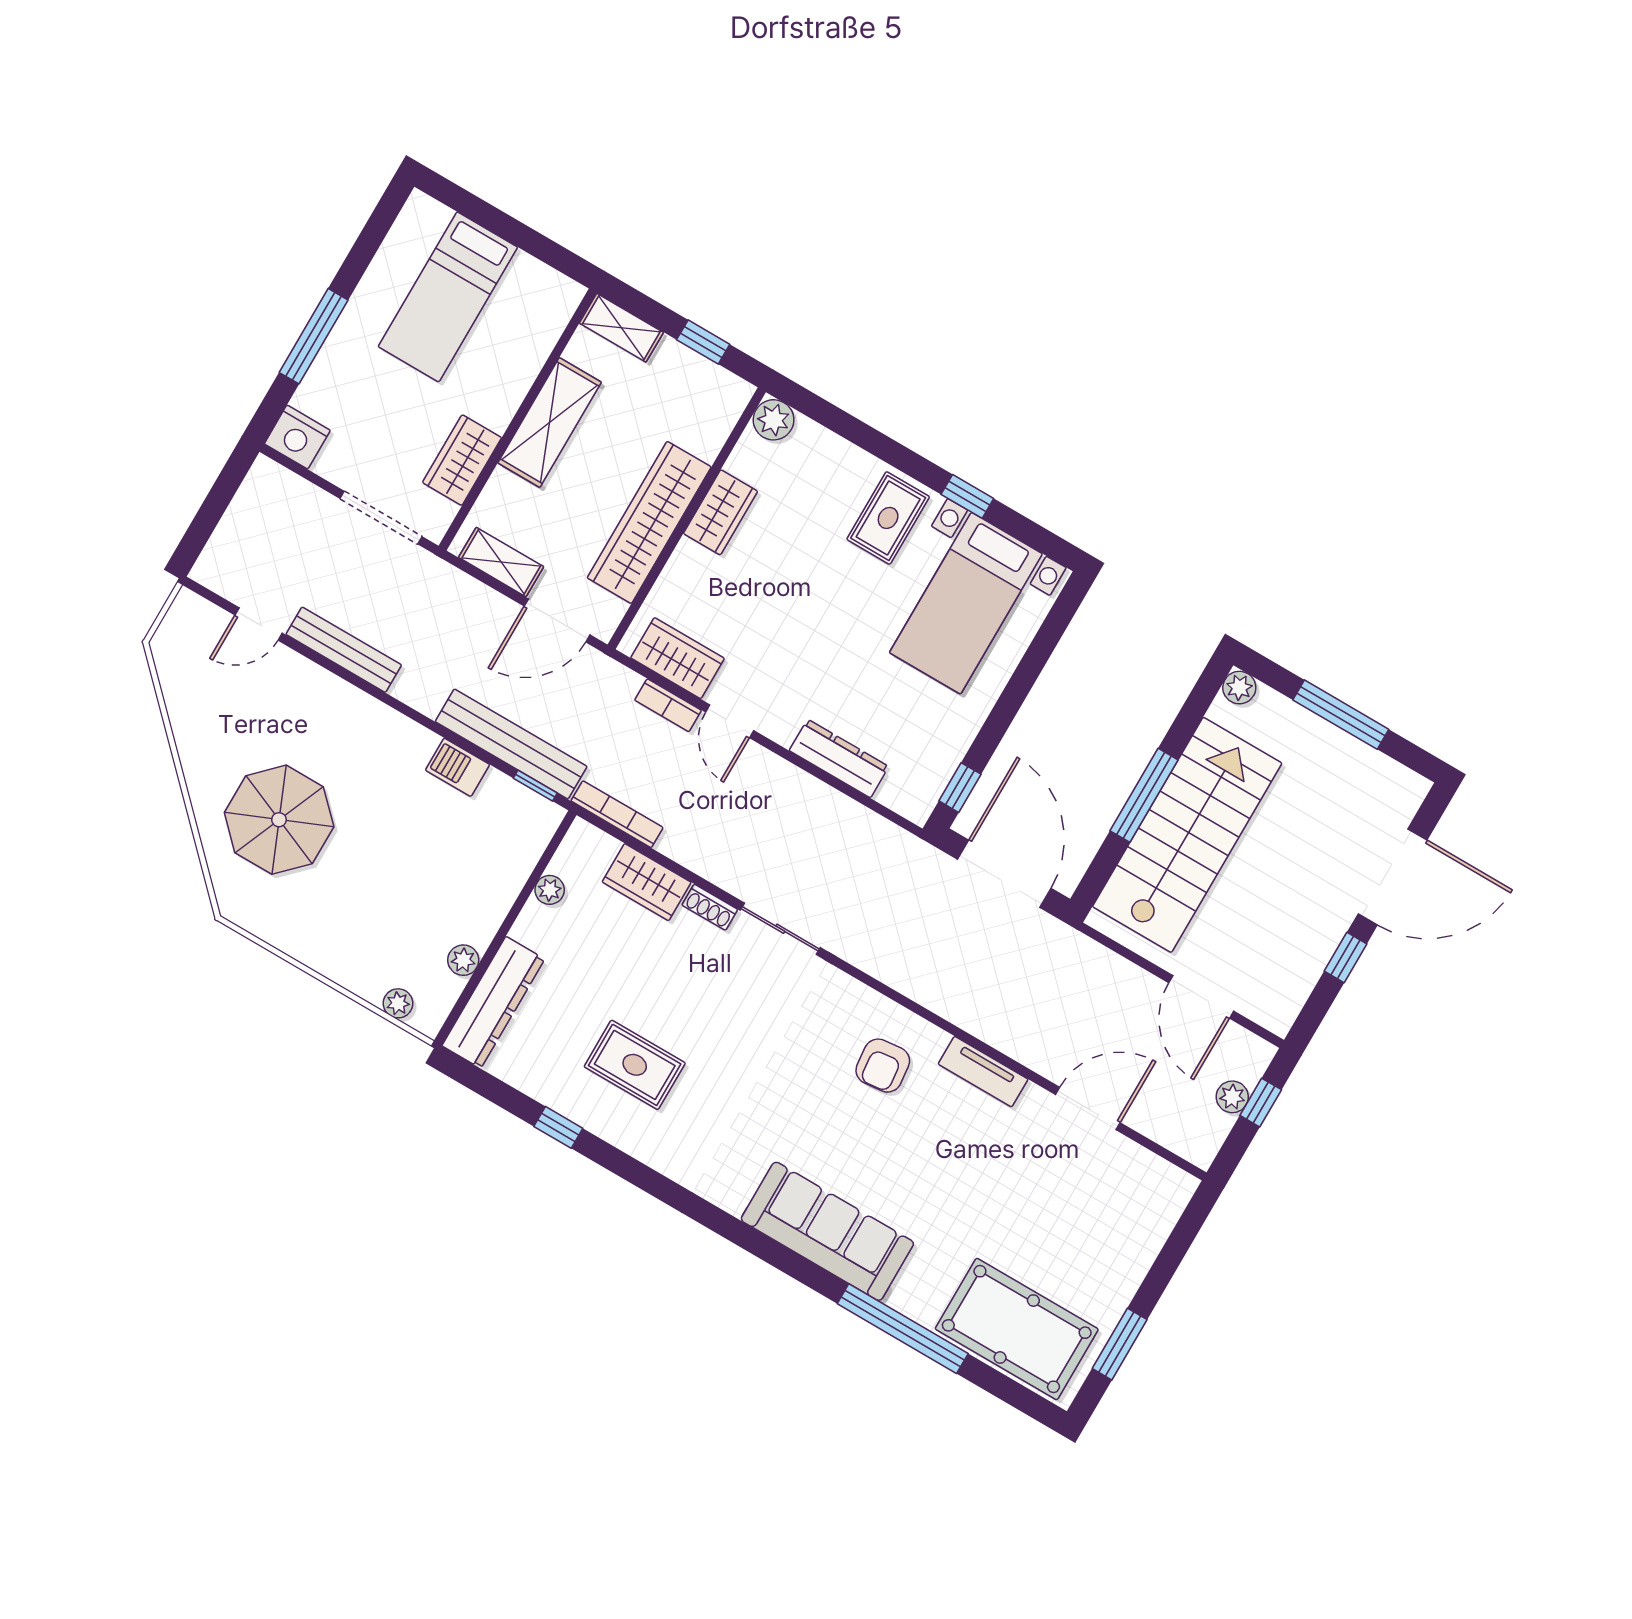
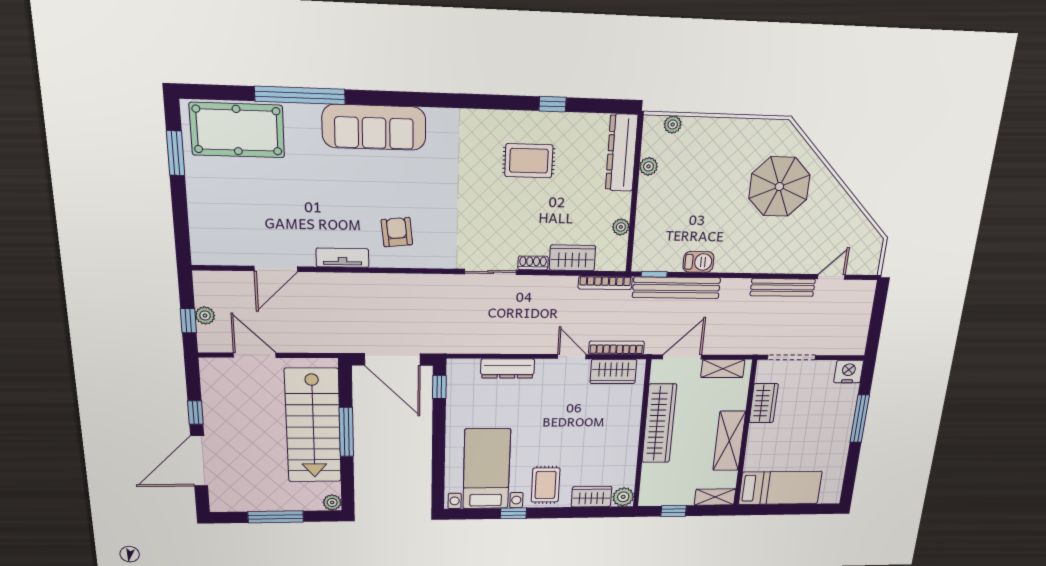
bed: (448, 297) -> (780, 488), moved, turned 90
wardrobe: (720, 512) -> (592, 497), moved, turned 90
bookcase: (668, 705) -> (616, 348), width x1.56

